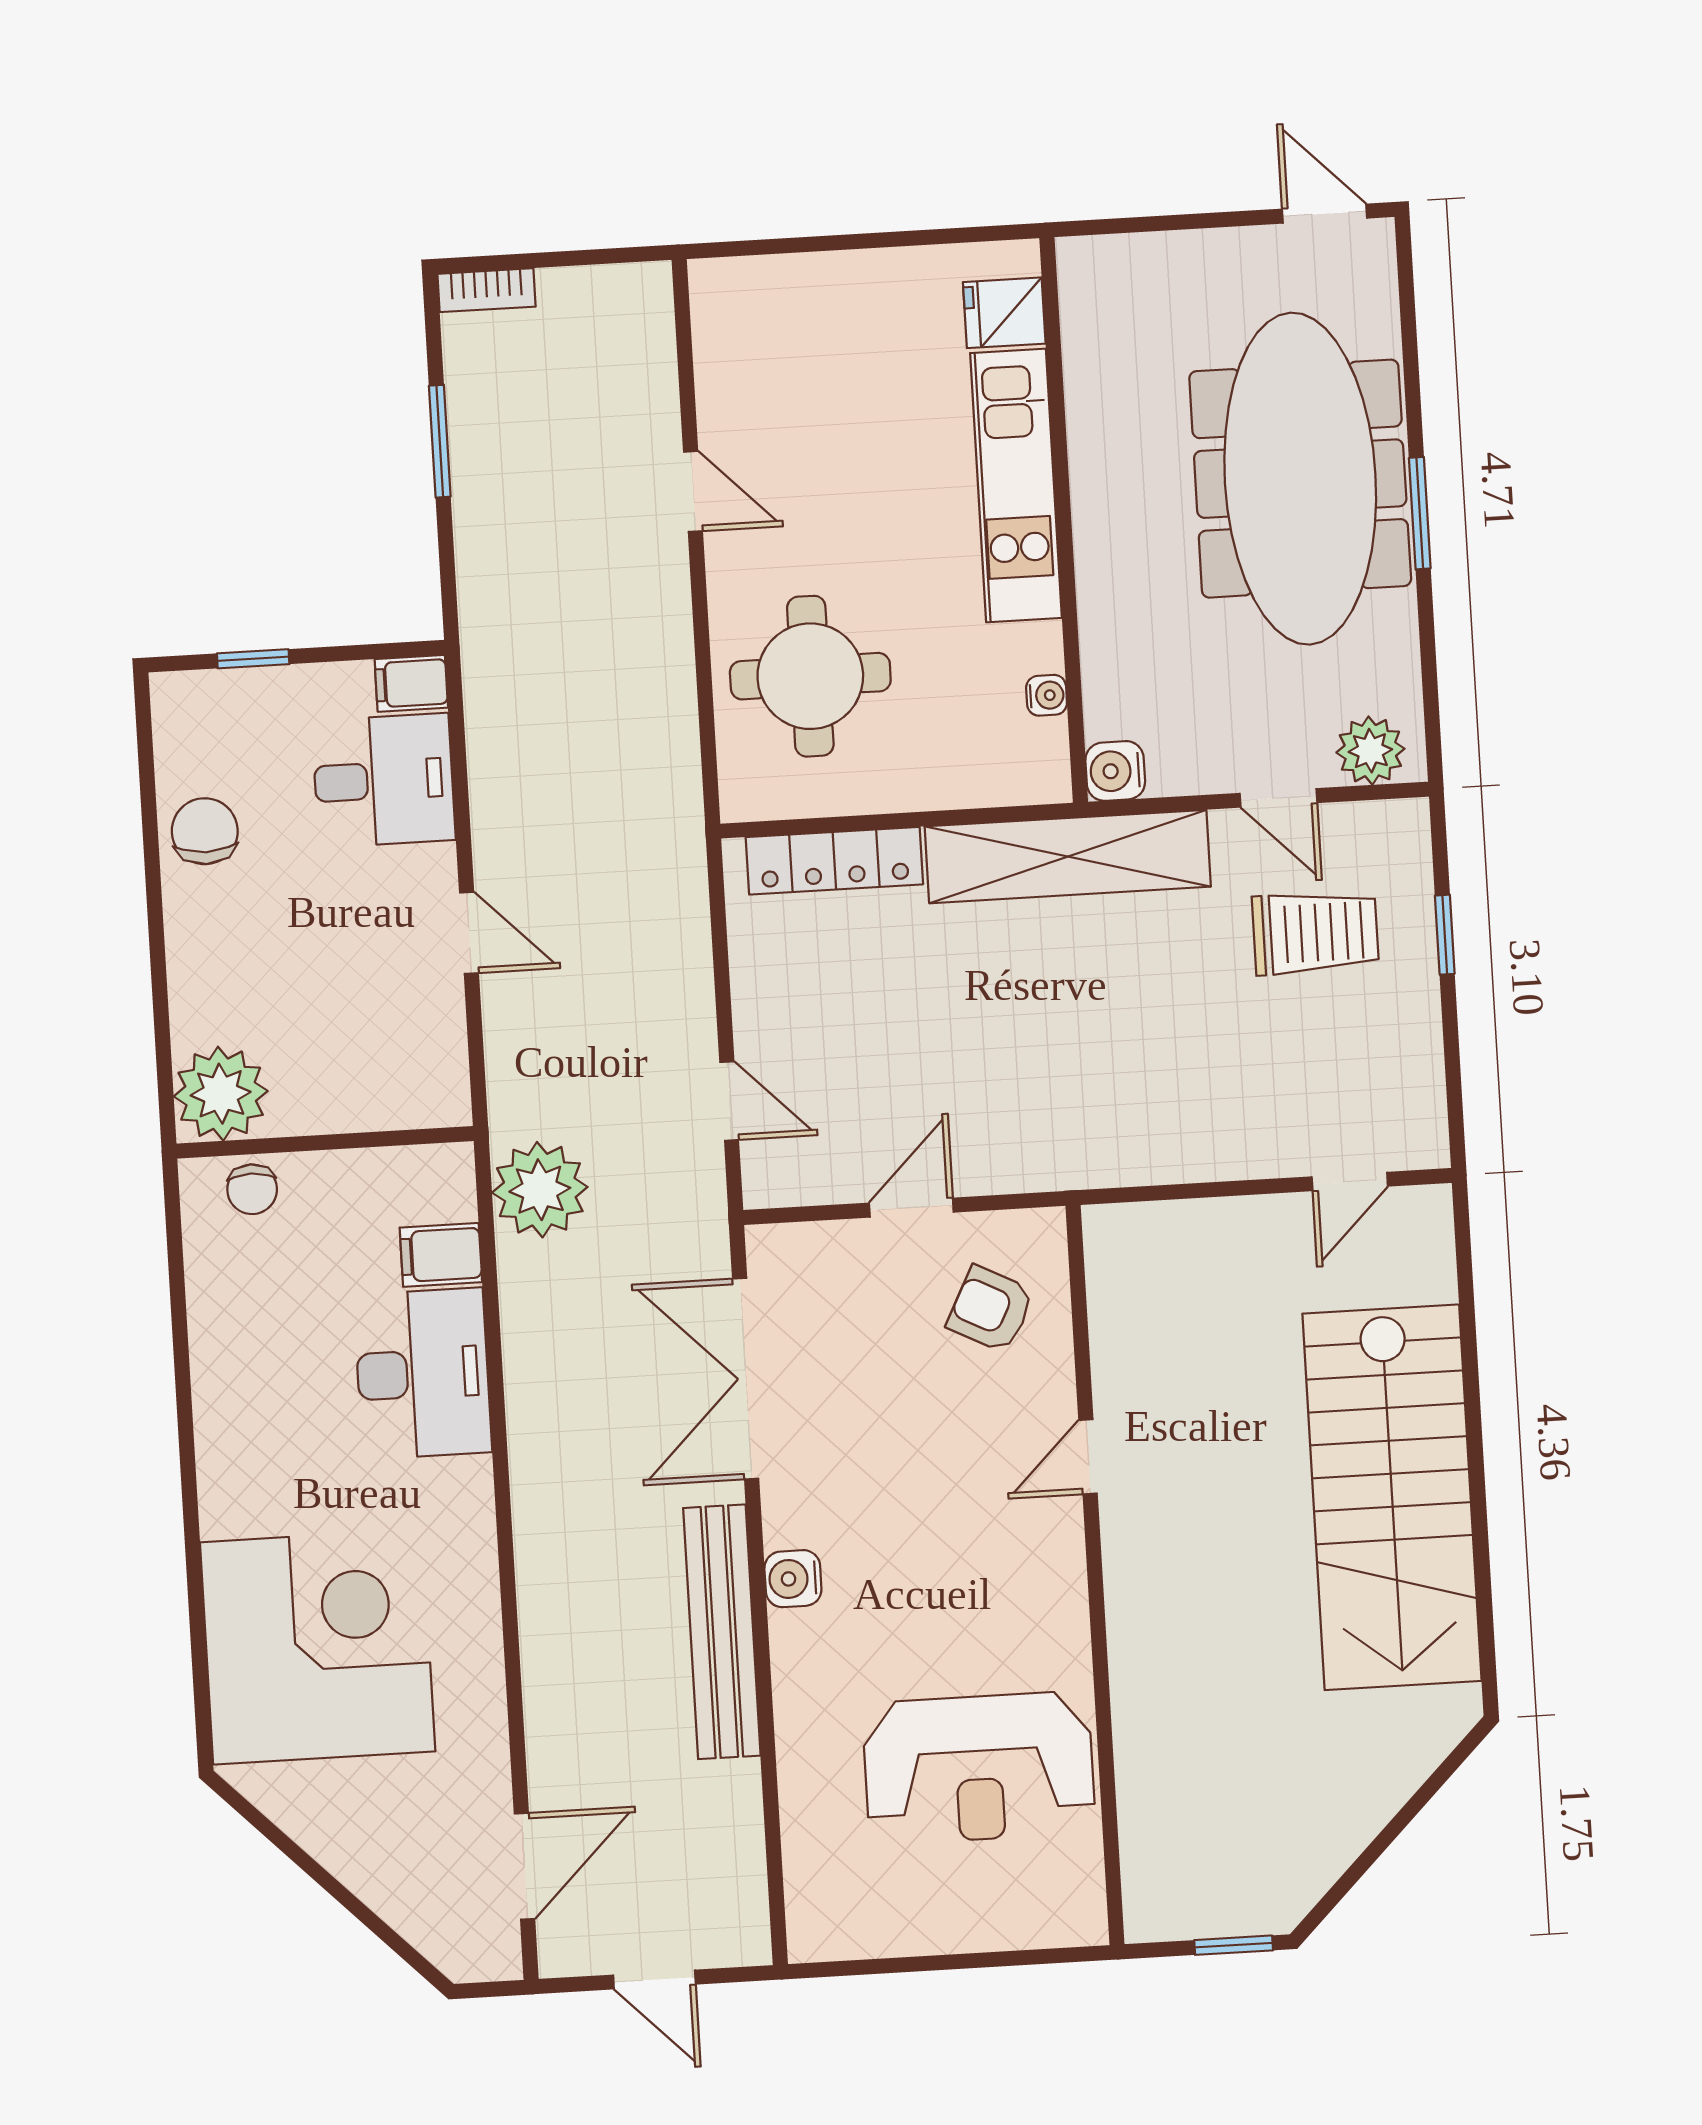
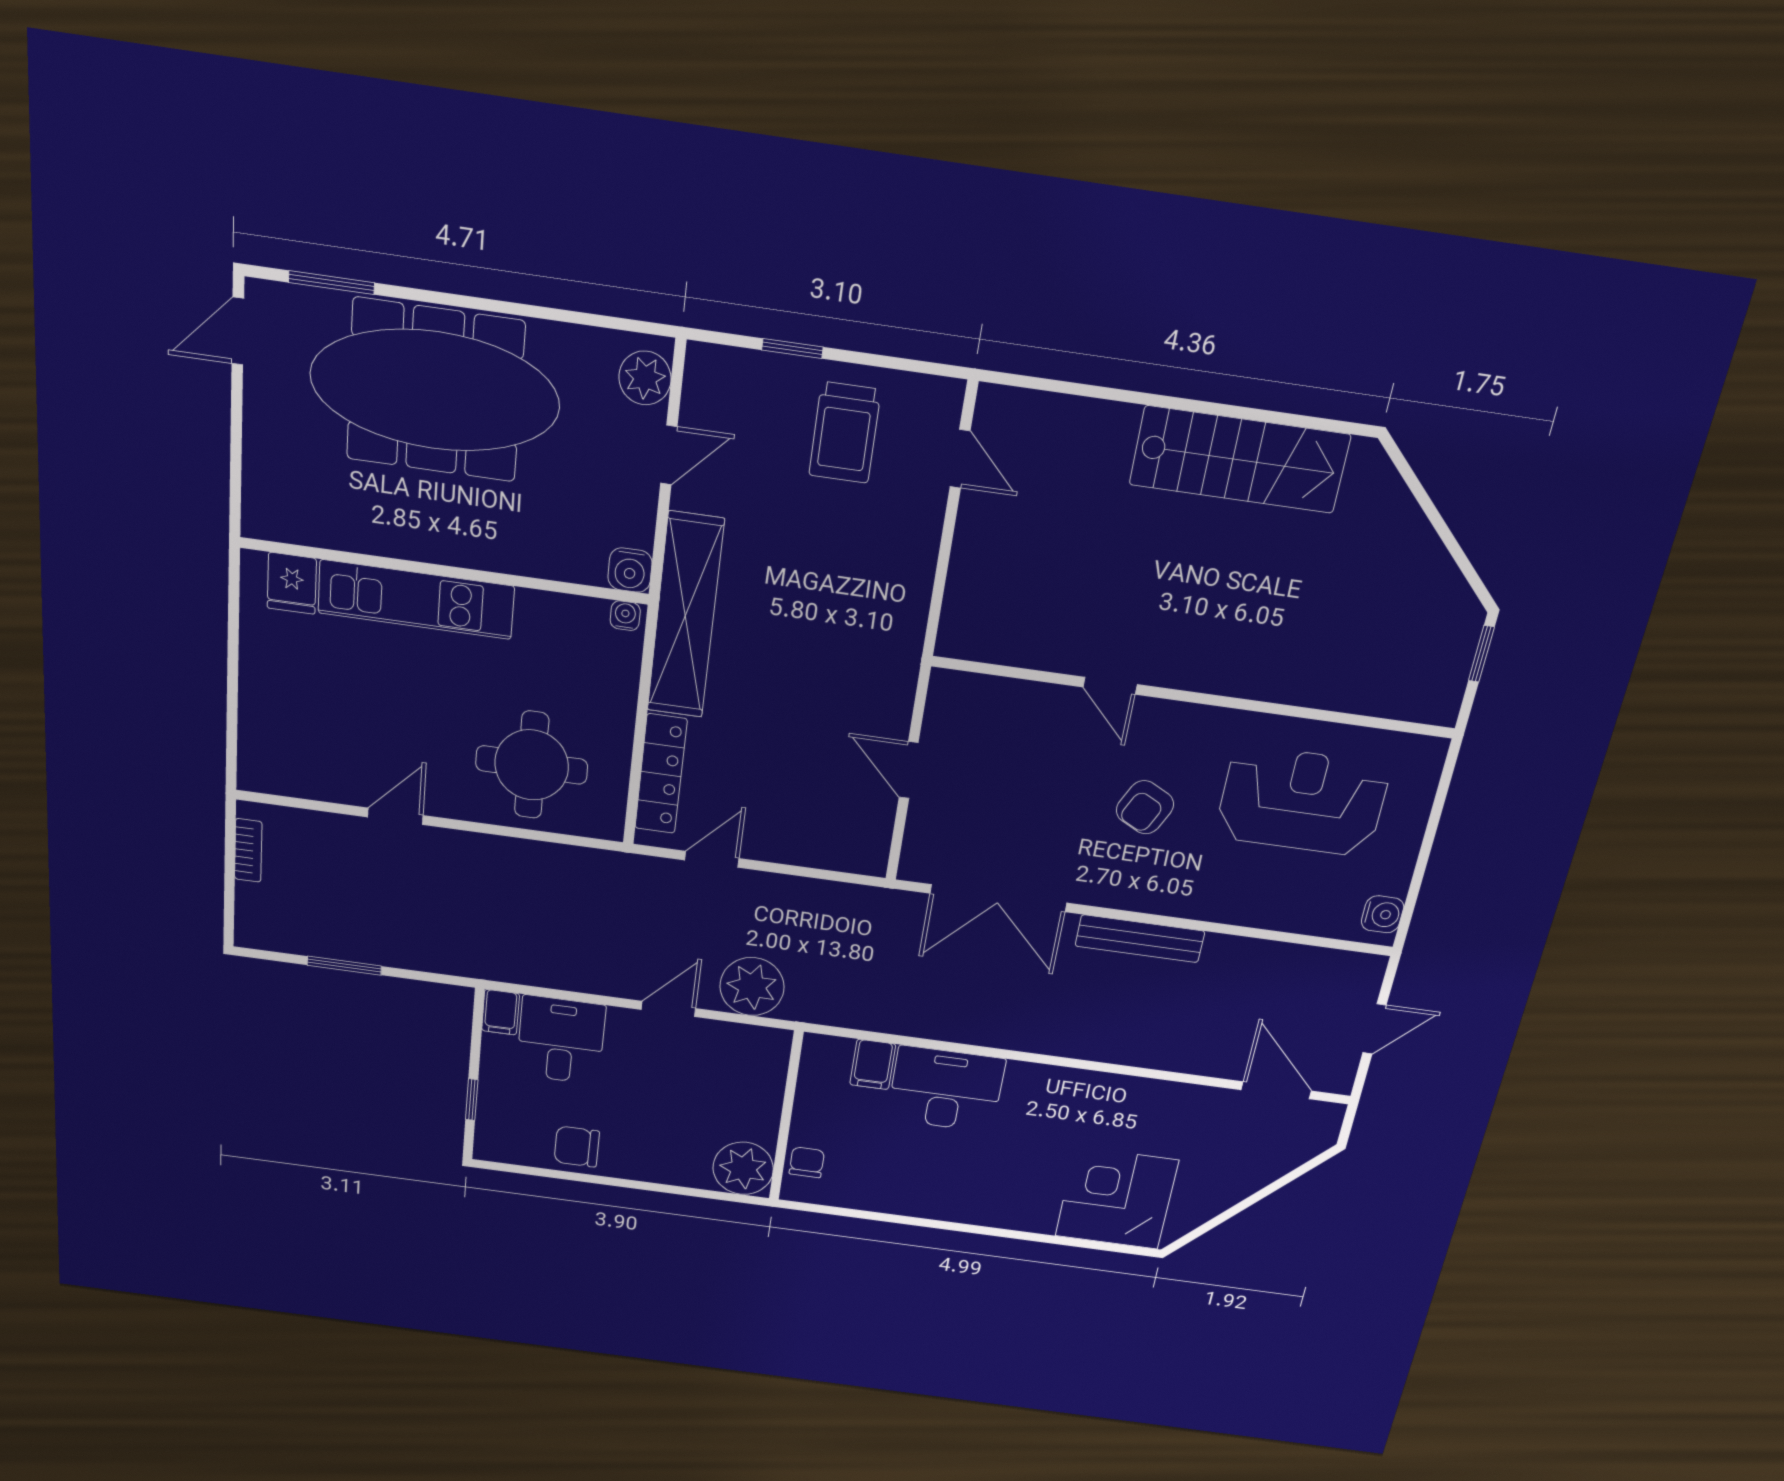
bookcase: (487, 290) -> (248, 850), moved
window: (1420, 513) -> (331, 283), moved
water cooler: (1047, 695) -> (625, 616), moved
trolley: (1315, 933) -> (845, 433), moved, turned 180
door: (729, 1101) -> (712, 859), moved
chair: (252, 1189) -> (807, 1162), turned -90
plant: (540, 1190) -> (752, 987), moved
armchair: (991, 1309) -> (1145, 807), moved
stairs: (1392, 1497) -> (1240, 460), width x0.73, depth x0.66
water cooler: (793, 1579) -> (1382, 914), moved, turned -90
bench: (722, 1632) -> (1140, 939), width x0.73, depth x0.82
corner desk: (318, 1647) -> (1117, 1198), width x0.74, depth x0.74
reception desk: (979, 1768) -> (1302, 801), turned -90

